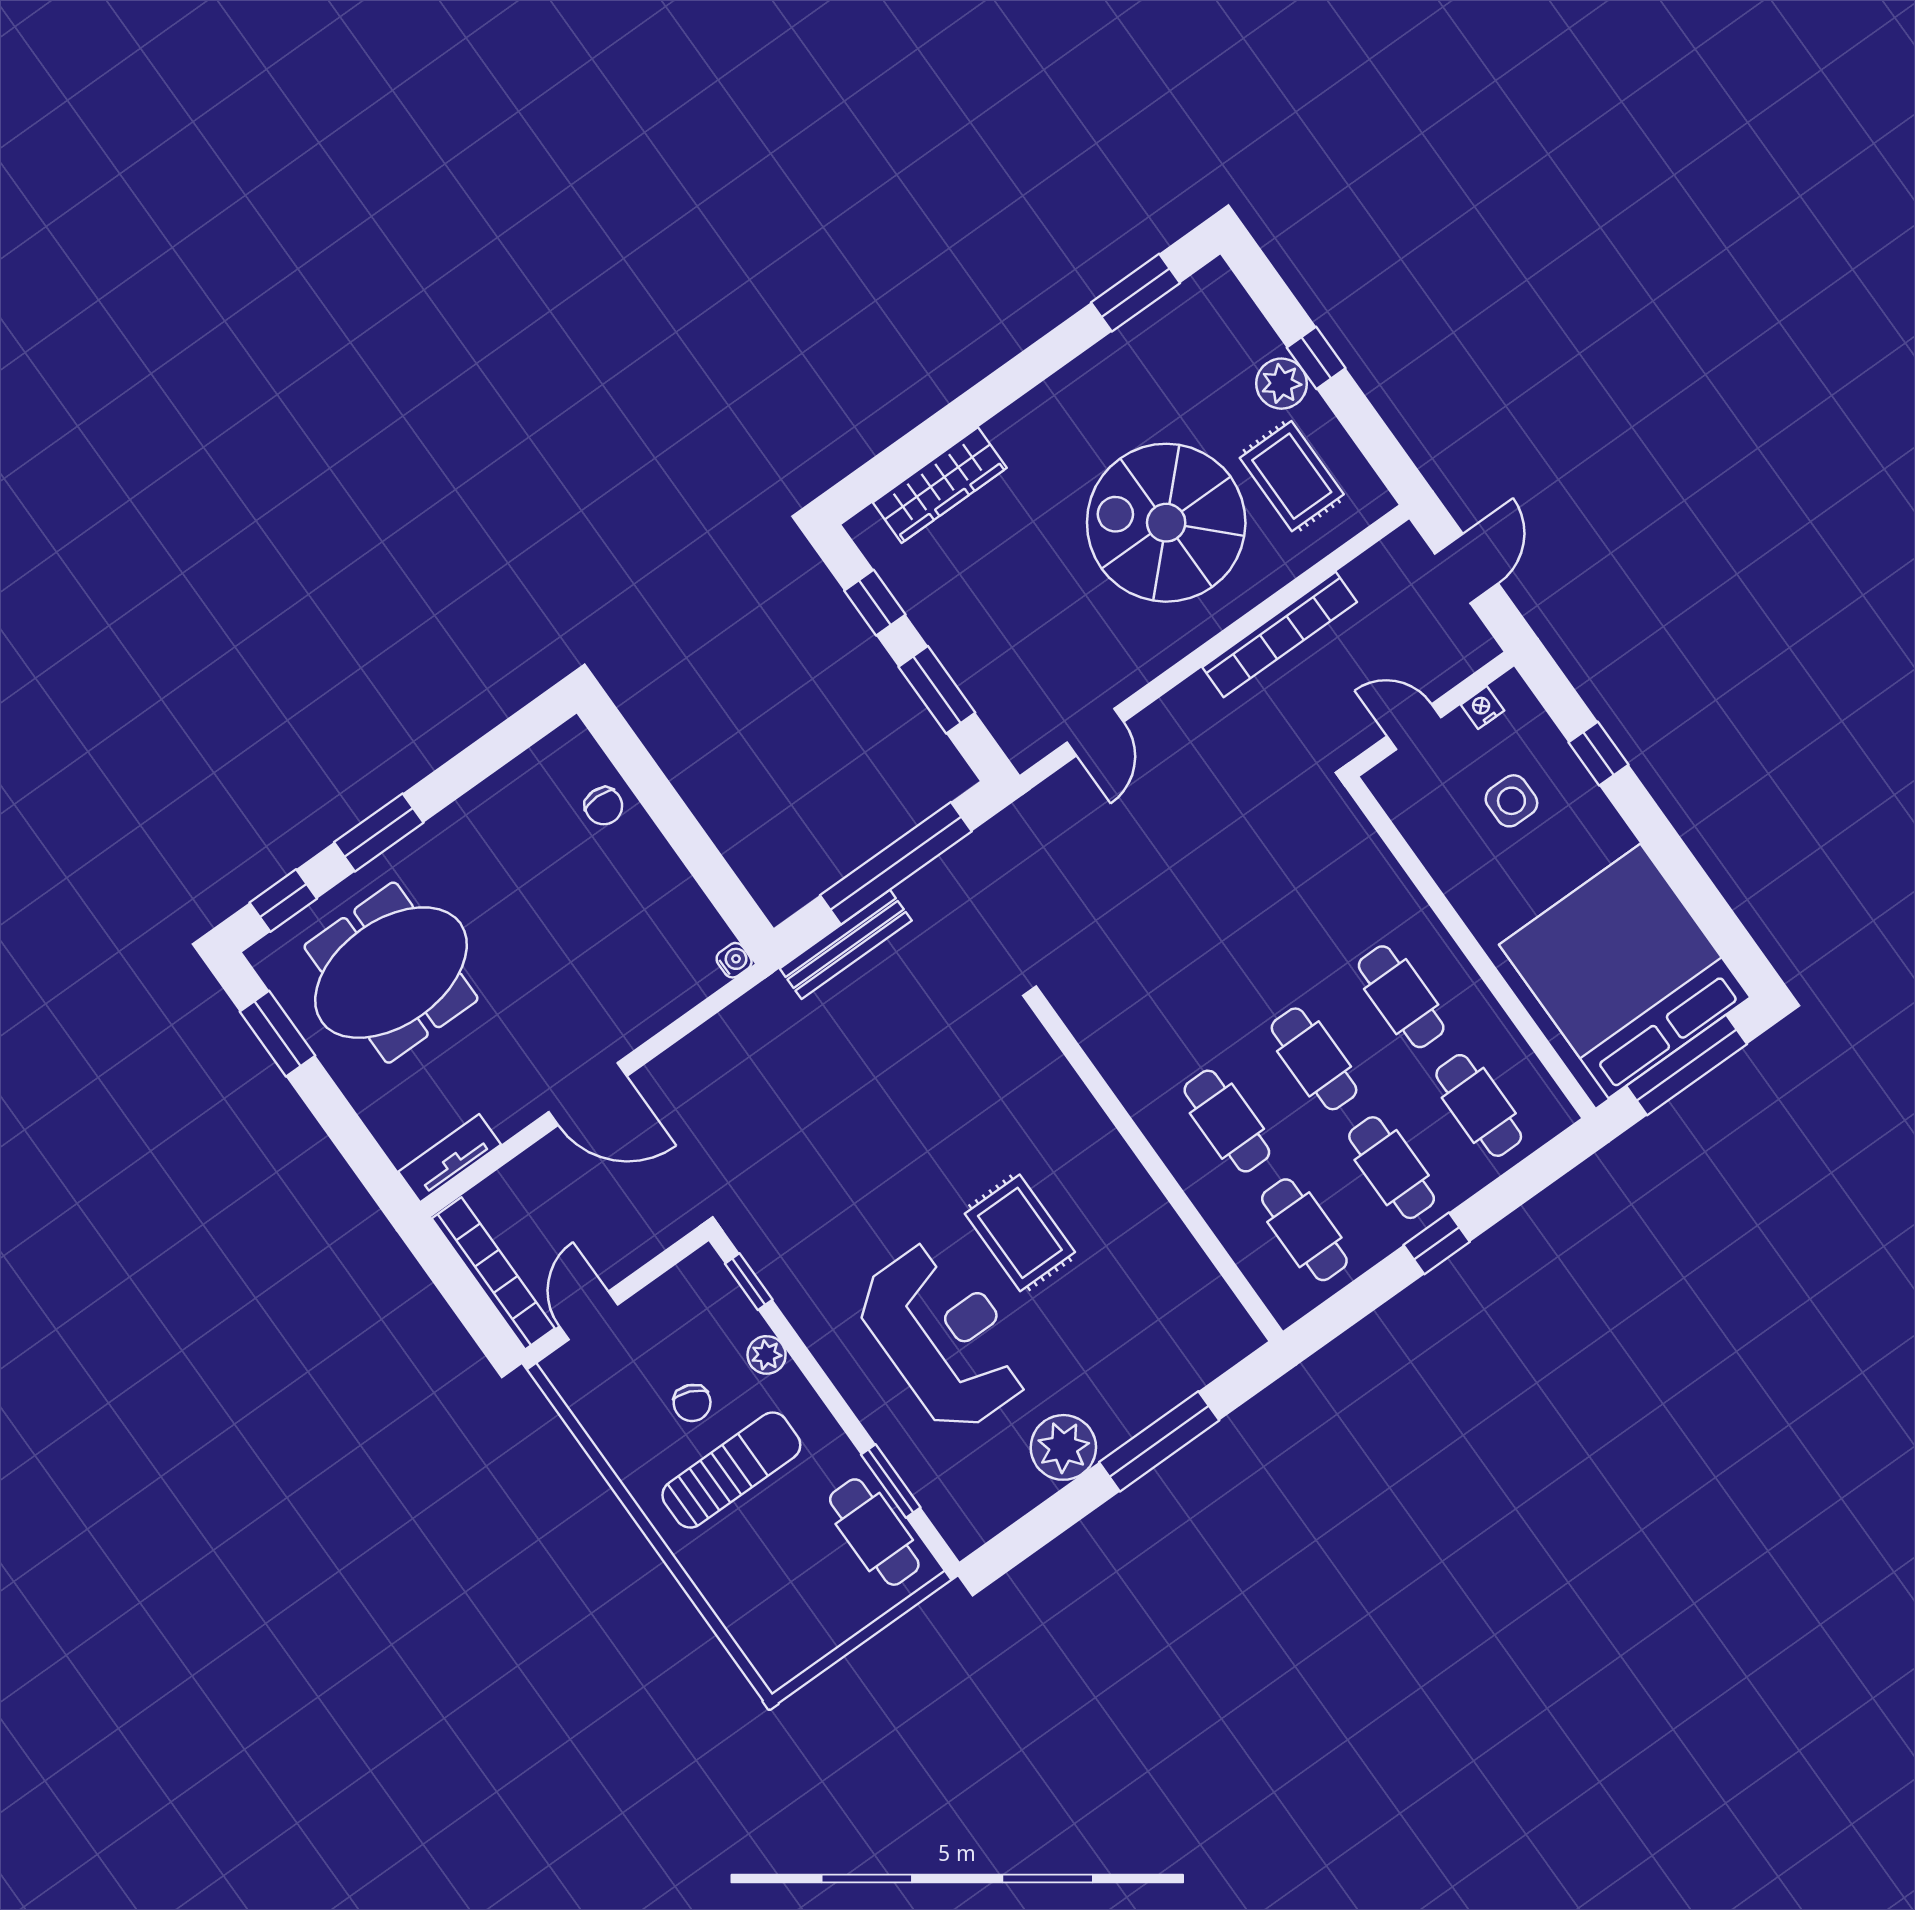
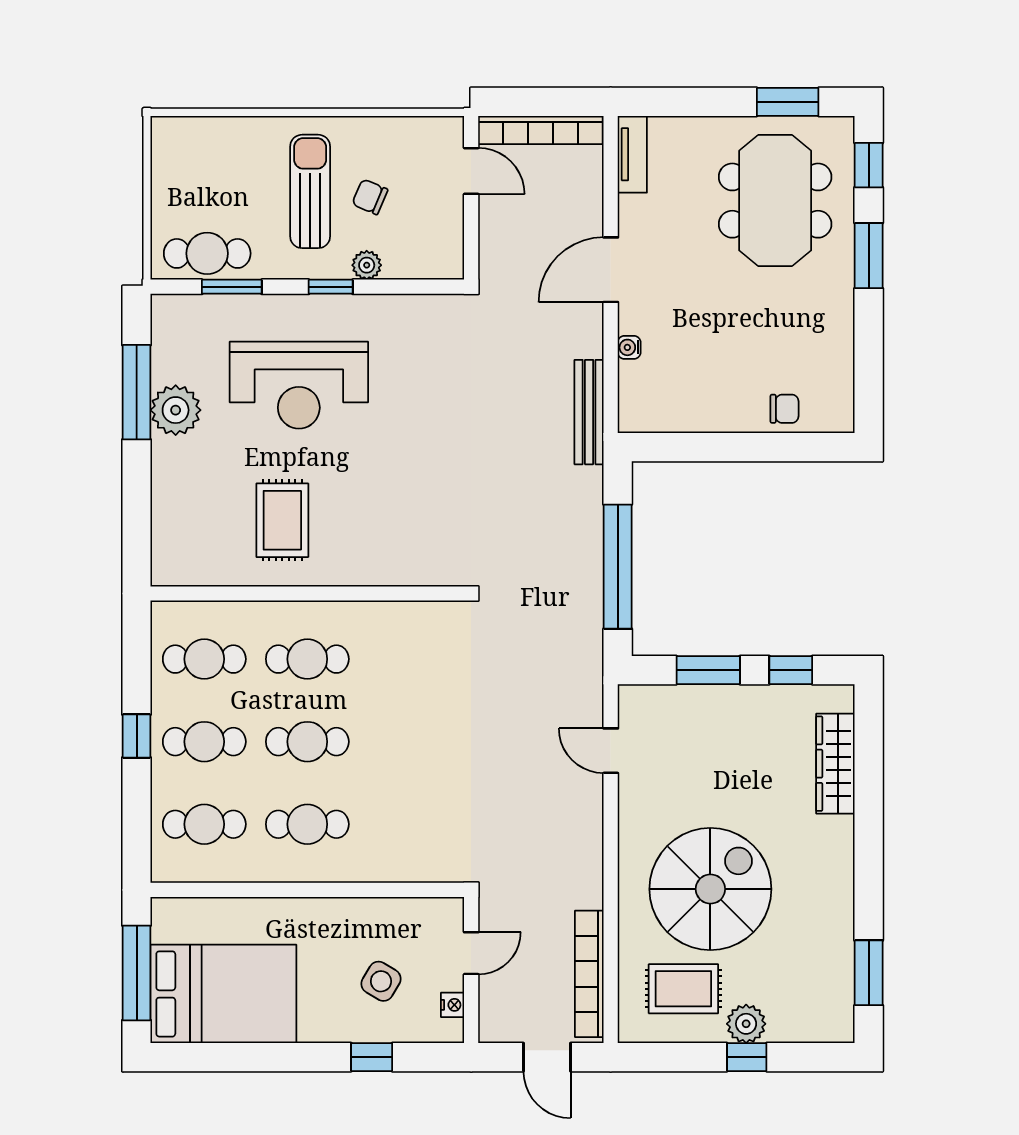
bookcase: (1280, 635) -> (589, 974), moved
side table: (1511, 801) -> (381, 981), turned 31
chair: (604, 806) -> (784, 409), turned 180
bench: (846, 944) -> (589, 412), moved
water cooler: (734, 960) -> (629, 347), moved, turned 90
bed: (1625, 971) -> (223, 994), width x0.73
rug: (1020, 1233) -> (282, 520), moved, turned 90
window: (749, 1282) -> (331, 287), moved
window: (1159, 1441) -> (137, 392), moved
sun lounger: (731, 1470) -> (310, 191), turned 180

